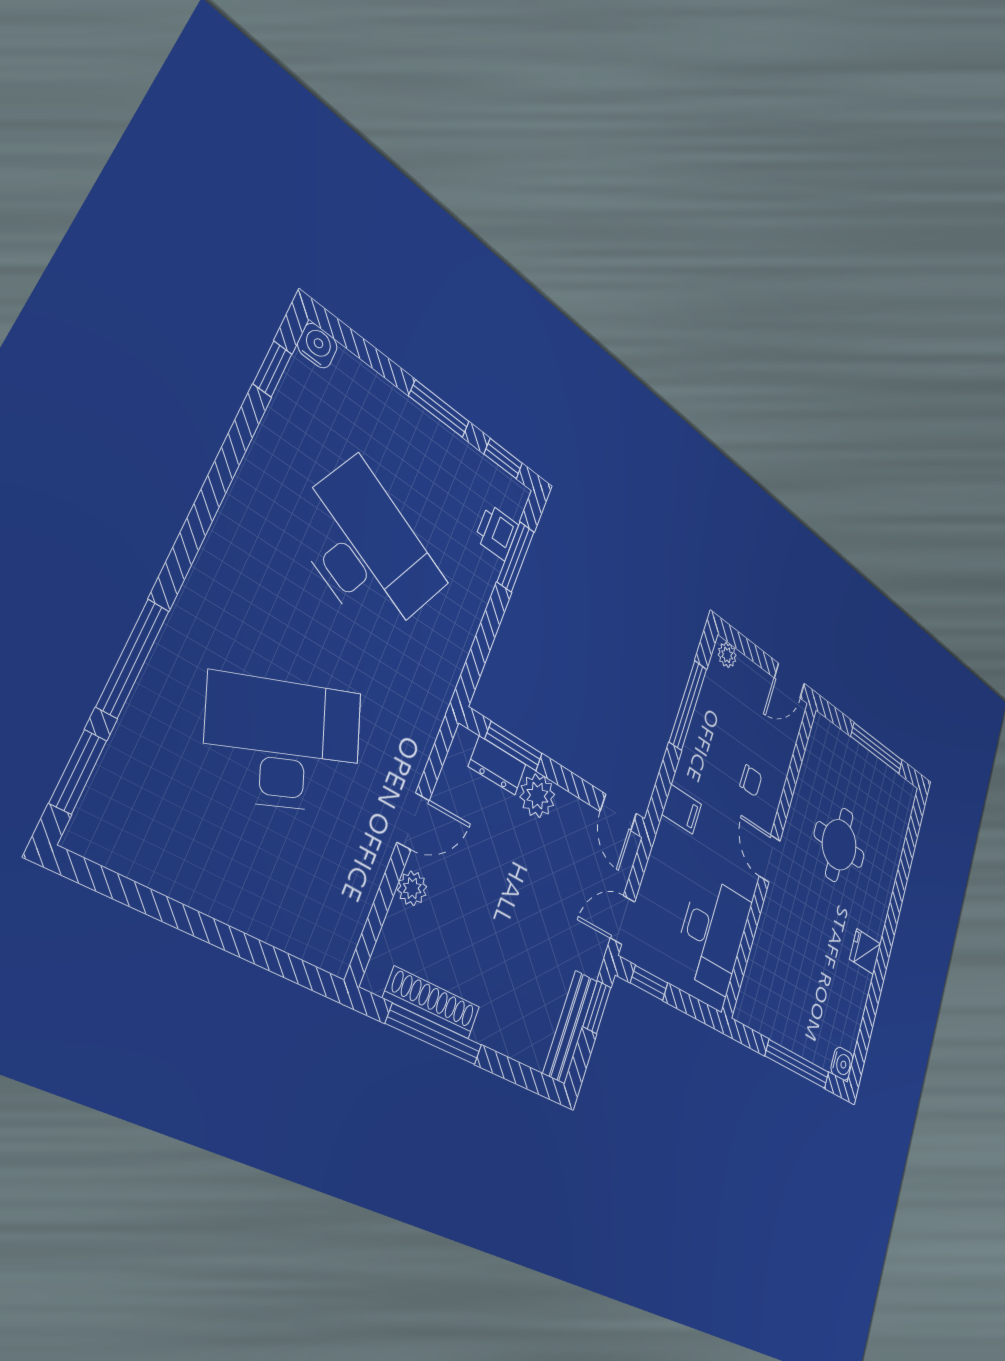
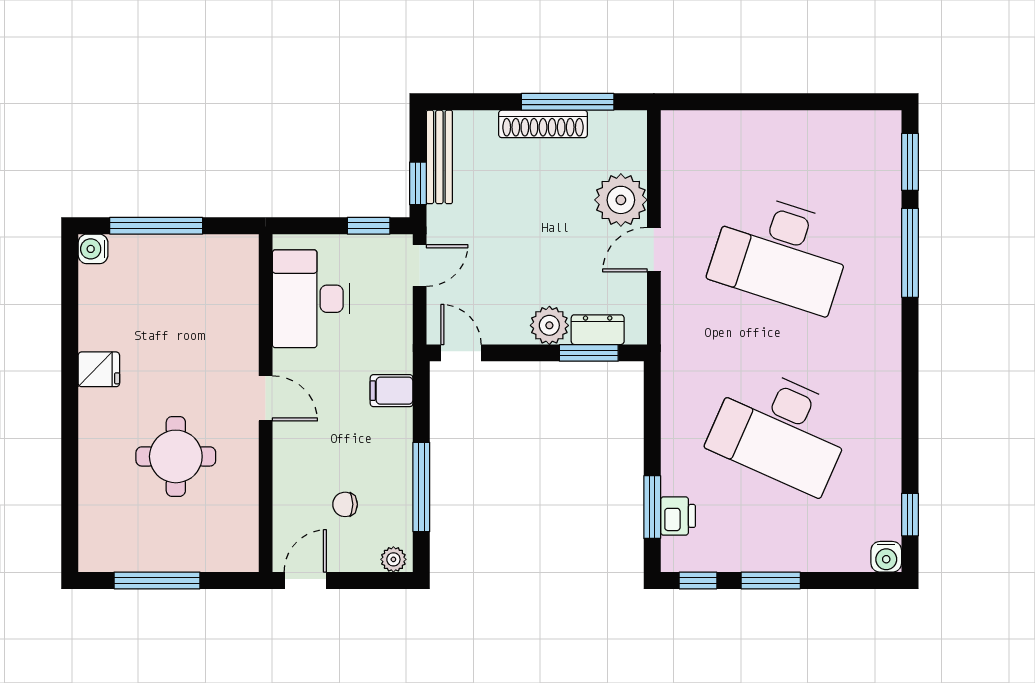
desk: (284, 744) -> (781, 253), turned 39
chair: (751, 781) -> (345, 504), moved
plant: (412, 888) -> (621, 200), width x1.88, depth x1.88
shoe rack: (432, 1003) -> (543, 124), moved

